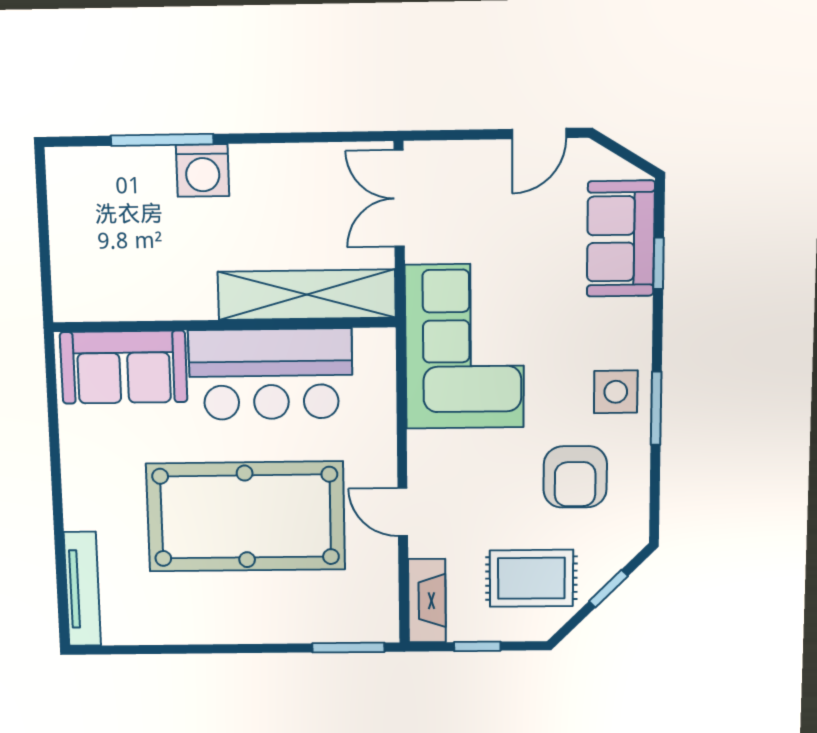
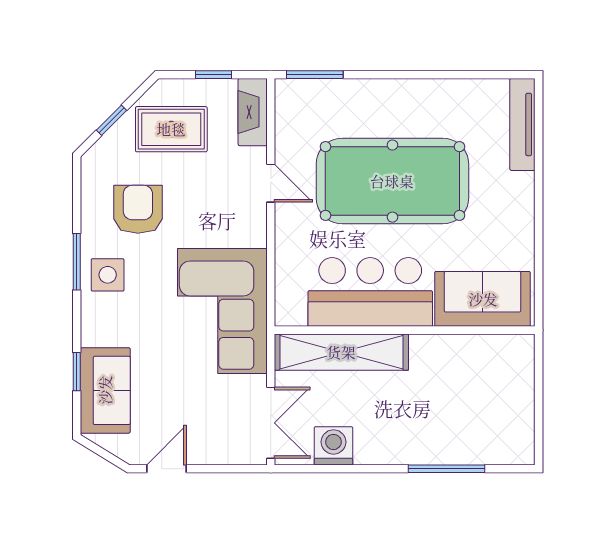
washing machine: (203, 170) -> (333, 446), moved

